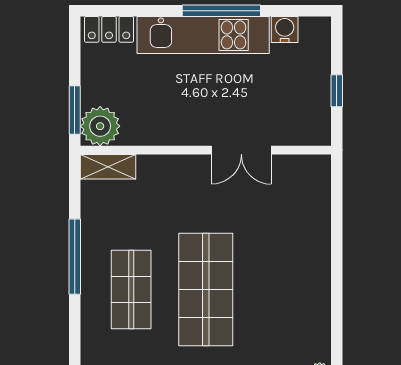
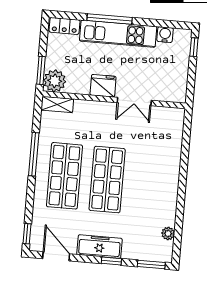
window: (221, 11) -> (110, 19), moved
window: (337, 91) -> (194, 47), moved
fridge: (185, 127) -> (103, 86), added
shop shelf: (131, 290) -> (64, 176), width x1.43, depth x1.36

